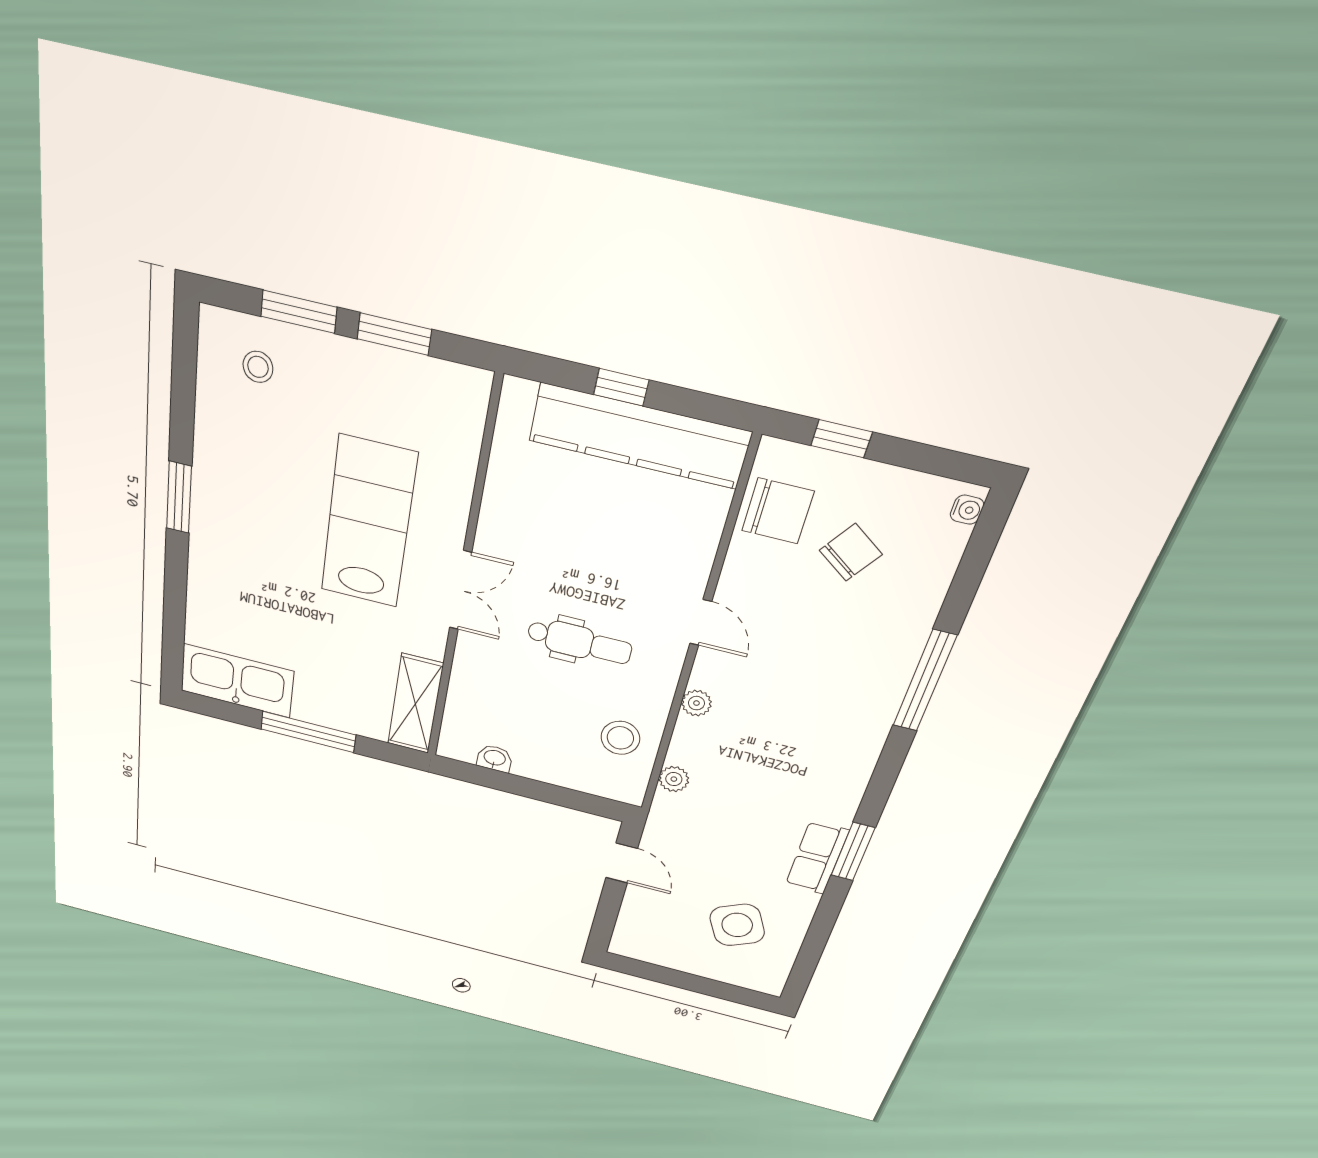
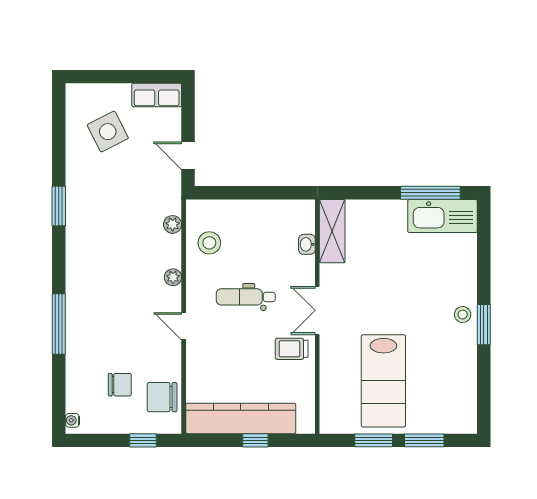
stool: (258, 367) -> (463, 315), moved
lab bench: (368, 523) -> (383, 381), moved
trolley: (517, 538) -> (292, 349), added
chair: (851, 552) -> (120, 385), turned -125
window: (308, 732) -> (430, 193), moved
washbasin: (495, 758) -> (307, 244), moved, turned 90
row of seats: (817, 858) -> (157, 95), moved, turned 90

